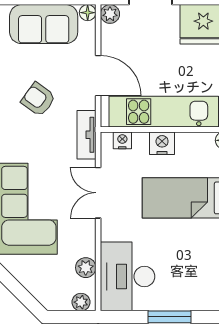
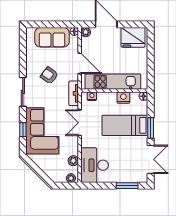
nightstand: (162, 143) -> (123, 98), moved
window: (170, 317) -> (127, 186), moved

